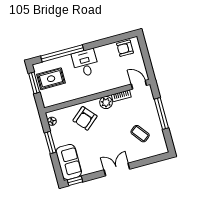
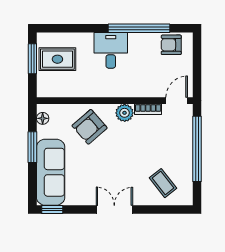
window: (62, 53) -> (139, 28), moved
door: (139, 85) -> (177, 101), hinge flipped
window: (161, 114) -> (197, 149), width x1.46
coffee table: (140, 134) -> (163, 183), moved
sofa: (69, 162) -> (51, 172), width x1.36

